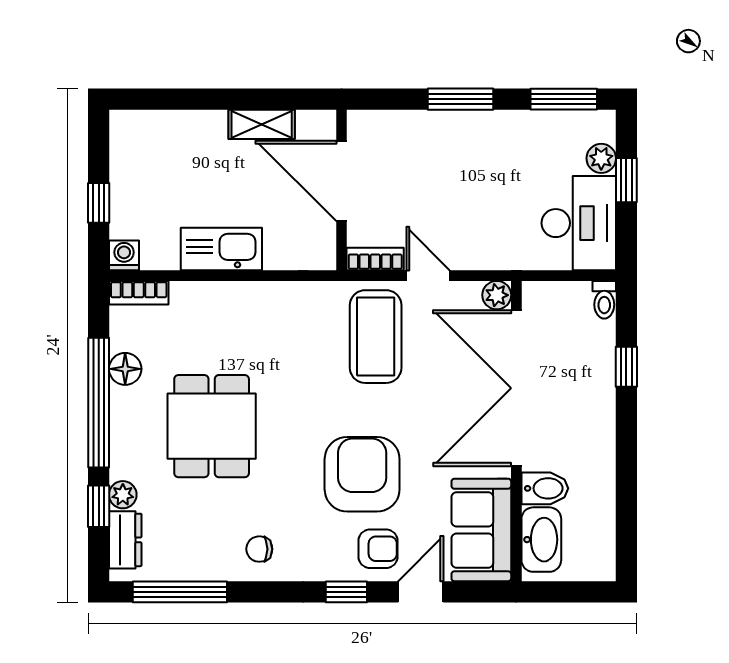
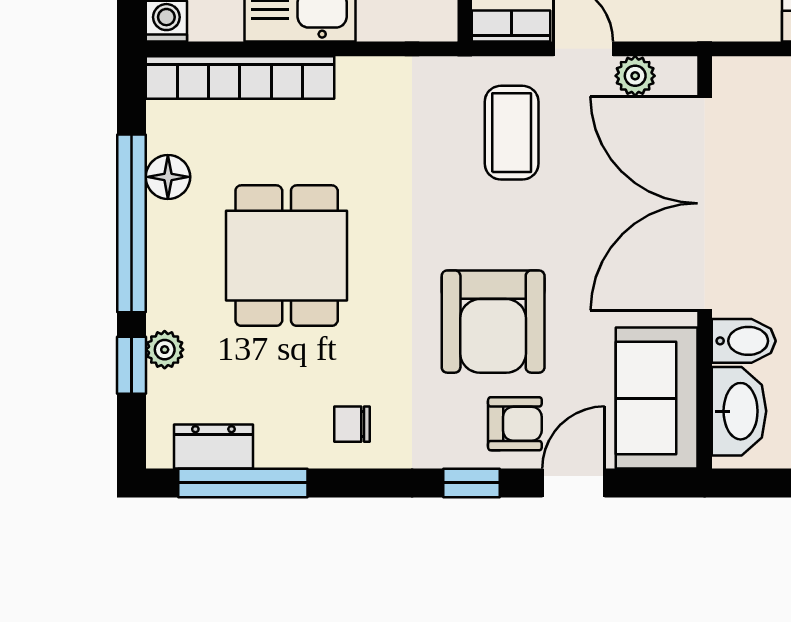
bookcase: (139, 293) -> (240, 77), width x2.31, depth x1.31
plant: (497, 295) -> (635, 76), moved
coffee table: (376, 337) -> (512, 133), width x0.73, depth x0.76
armchair: (362, 474) -> (493, 322), turned 180
dresser: (125, 540) -> (213, 446), moved, turned -90

